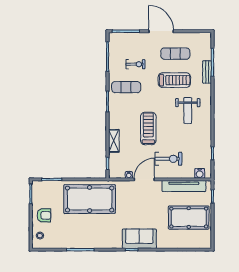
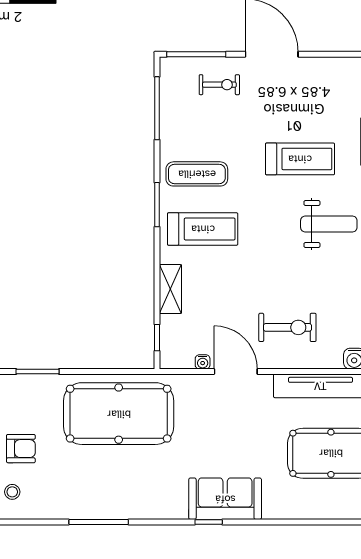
exercise mat: (175, 54) -> (302, 102), removed
exercise bike: (135, 64) -> (219, 85), moved
weight bench: (188, 110) -> (329, 224), turned -90
treadmill: (148, 129) -> (203, 229), moved, turned 90
door: (144, 179) -> (236, 372), hinge flipped

